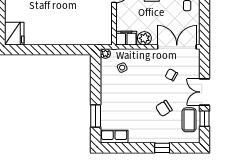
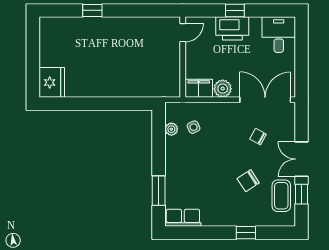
plant: (105, 54) -> (171, 129), moved

